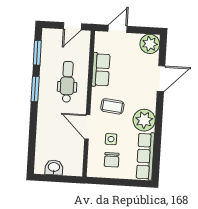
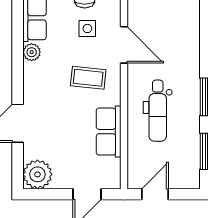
plant: (144, 120) -> (32, 52), width x0.53, depth x0.53

